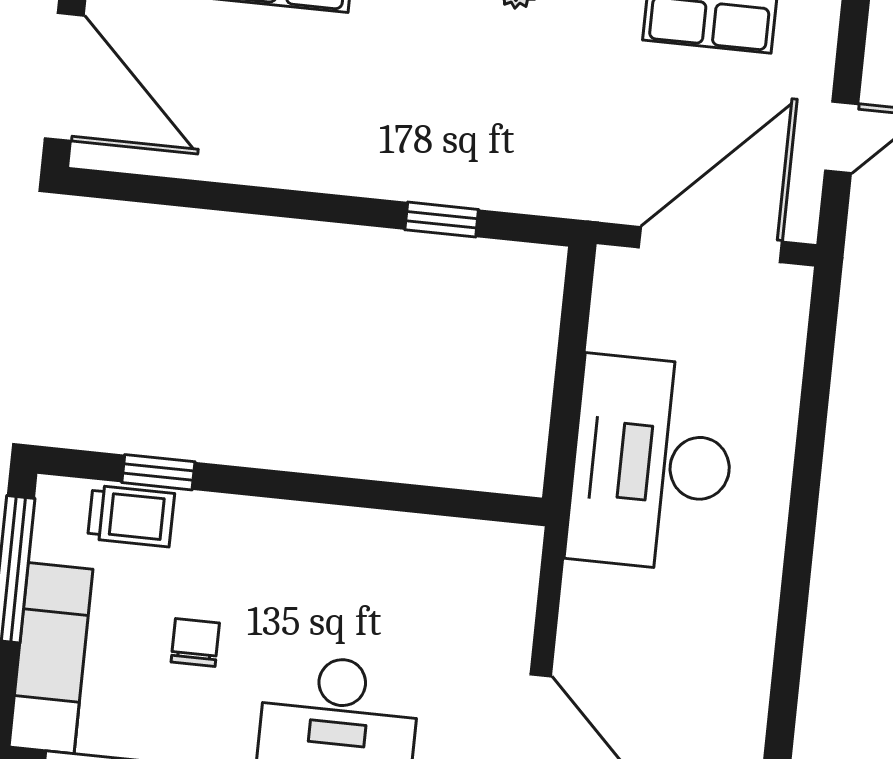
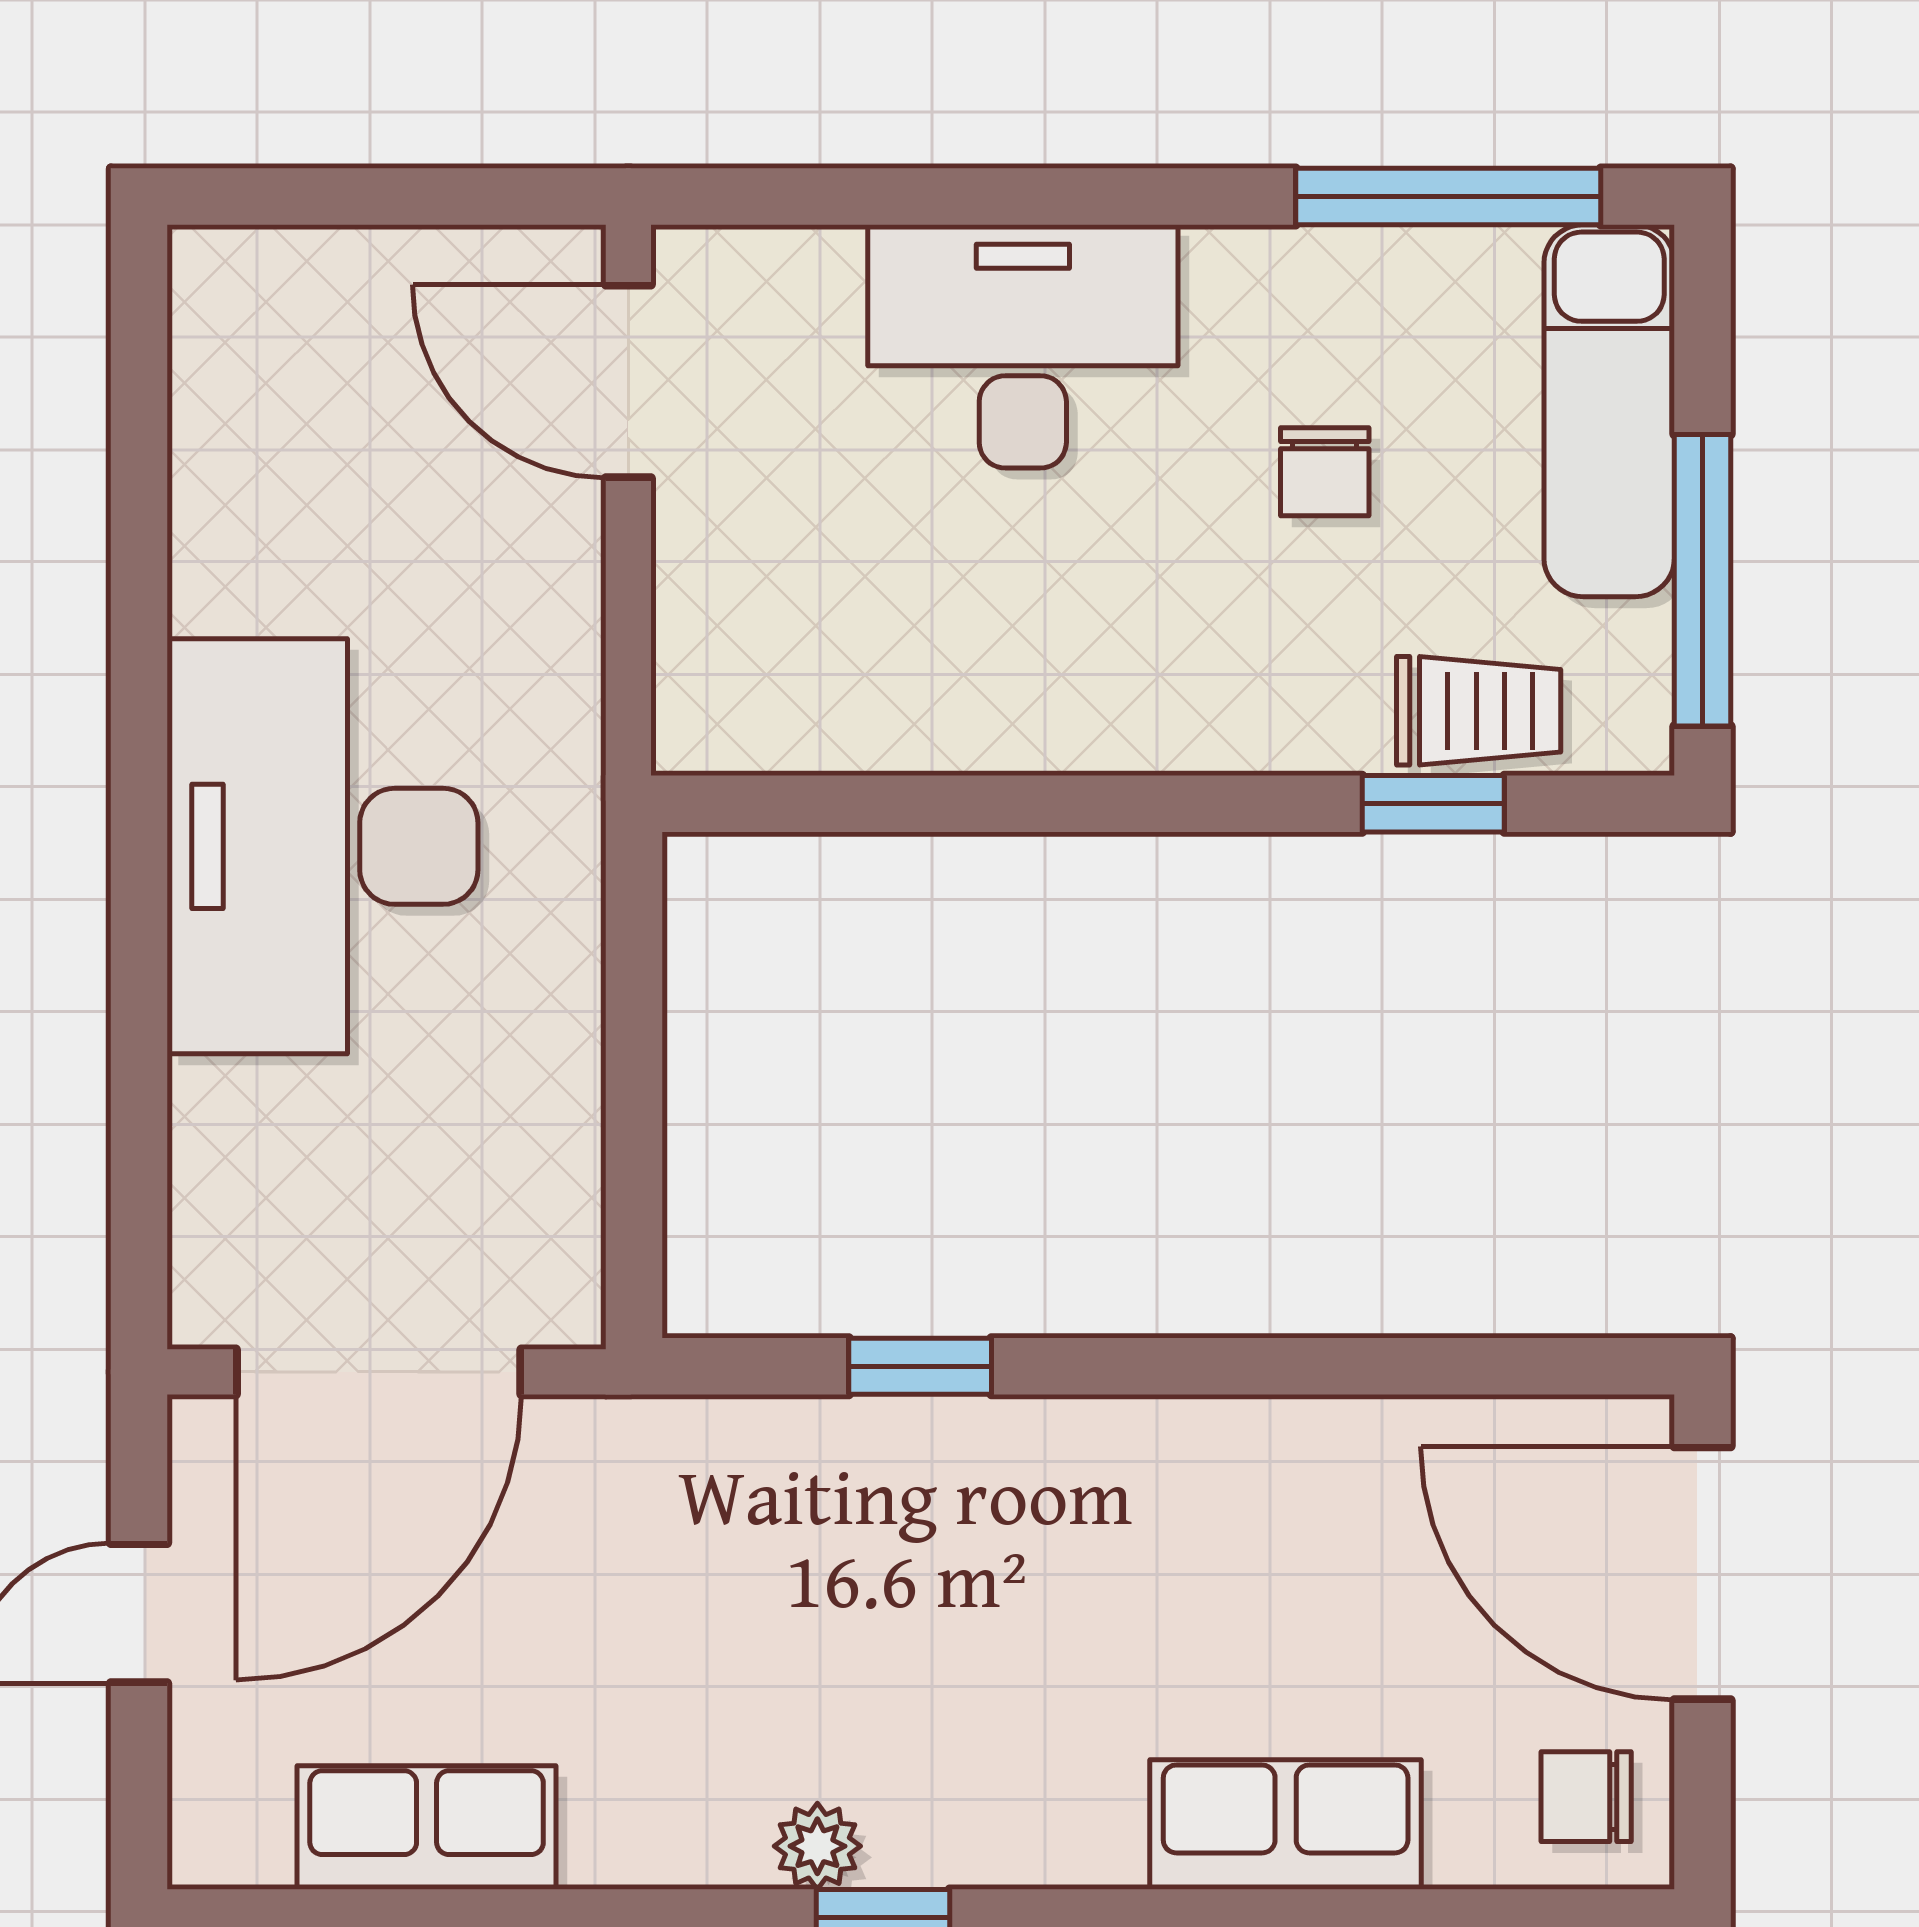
desk: (652, 463) -> (323, 846), moved, turned 180
trolley: (131, 516) -> (1479, 711), turned 180

